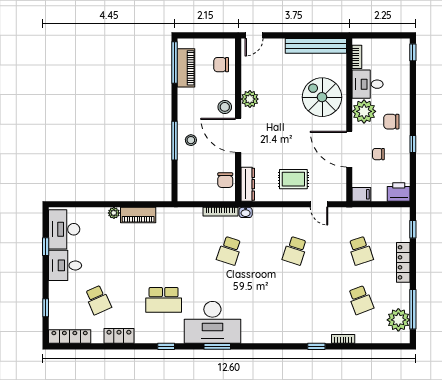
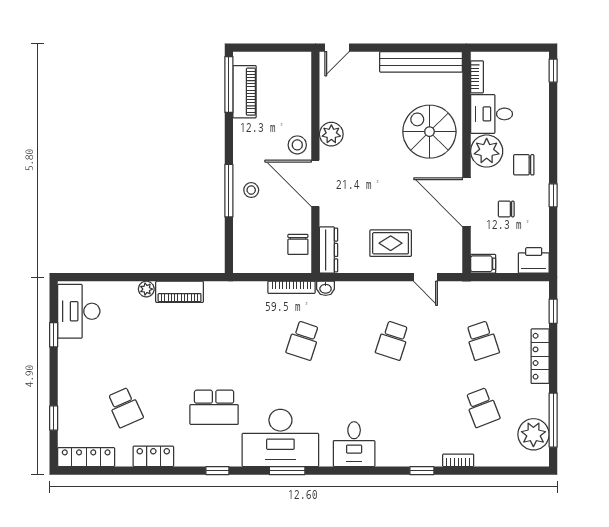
chair: (221, 65) -> (292, 87), removed
desk: (65, 265) -> (354, 444), moved, turned -90

